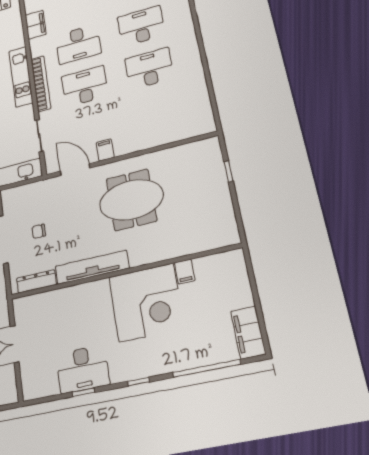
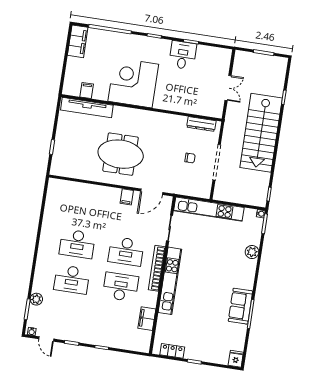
kitchen unit: (21, 77) -> (170, 281), width x1.36
door: (75, 170) -> (152, 192), hinge flipped
tv unit: (92, 267) -> (87, 108), moved
filing cabinet: (185, 272) -> (87, 91), moved
desk: (83, 369) -> (183, 55), width x0.73

